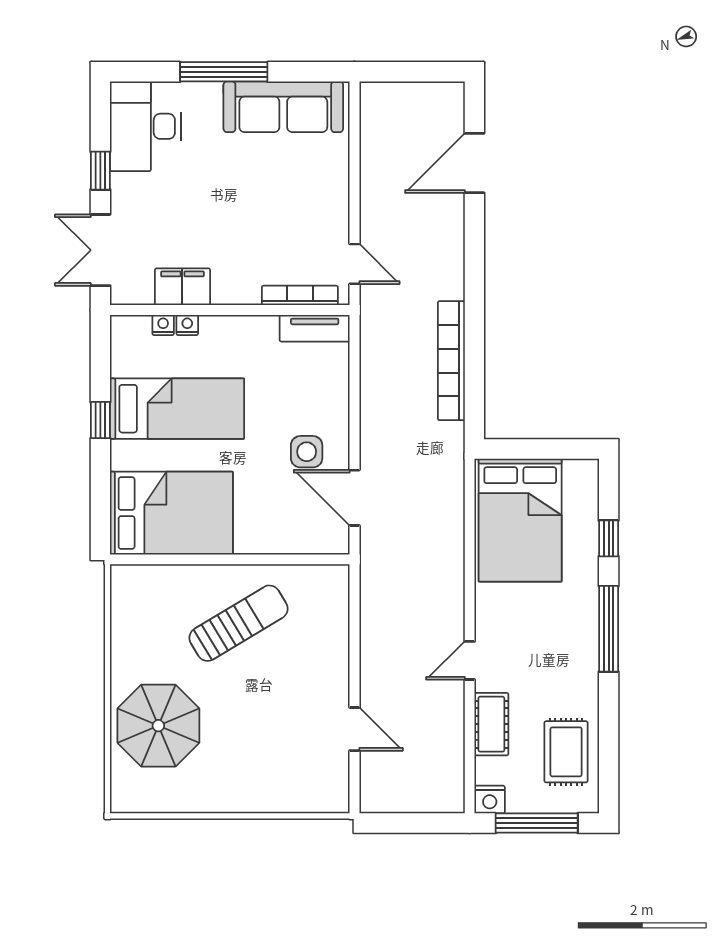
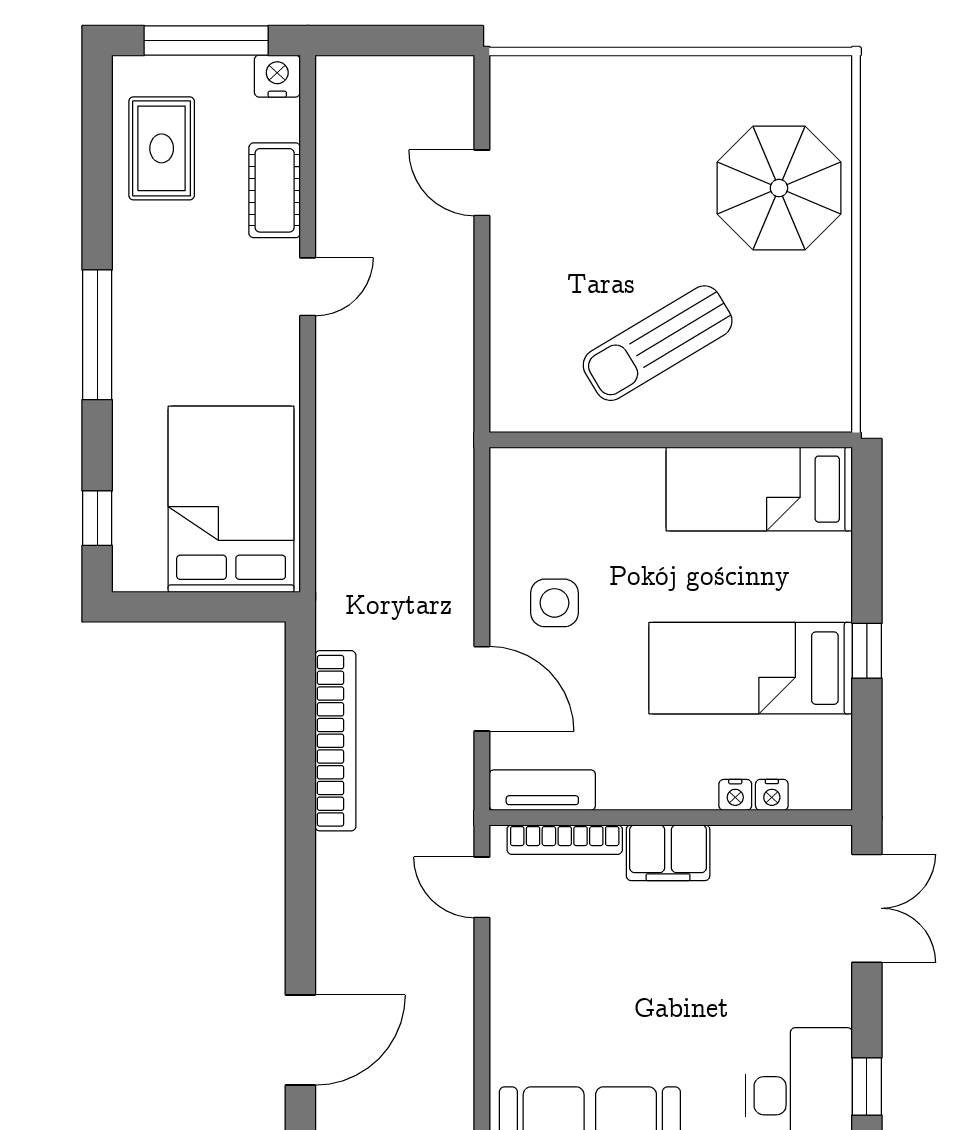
window: (100, 171) -> (867, 1086), moved
filing cabinet: (182, 287) -> (668, 853), moved
door: (354, 498) -> (482, 689), moved
bed: (171, 513) -> (759, 489), width x0.67
window: (609, 538) -> (97, 518), moved

